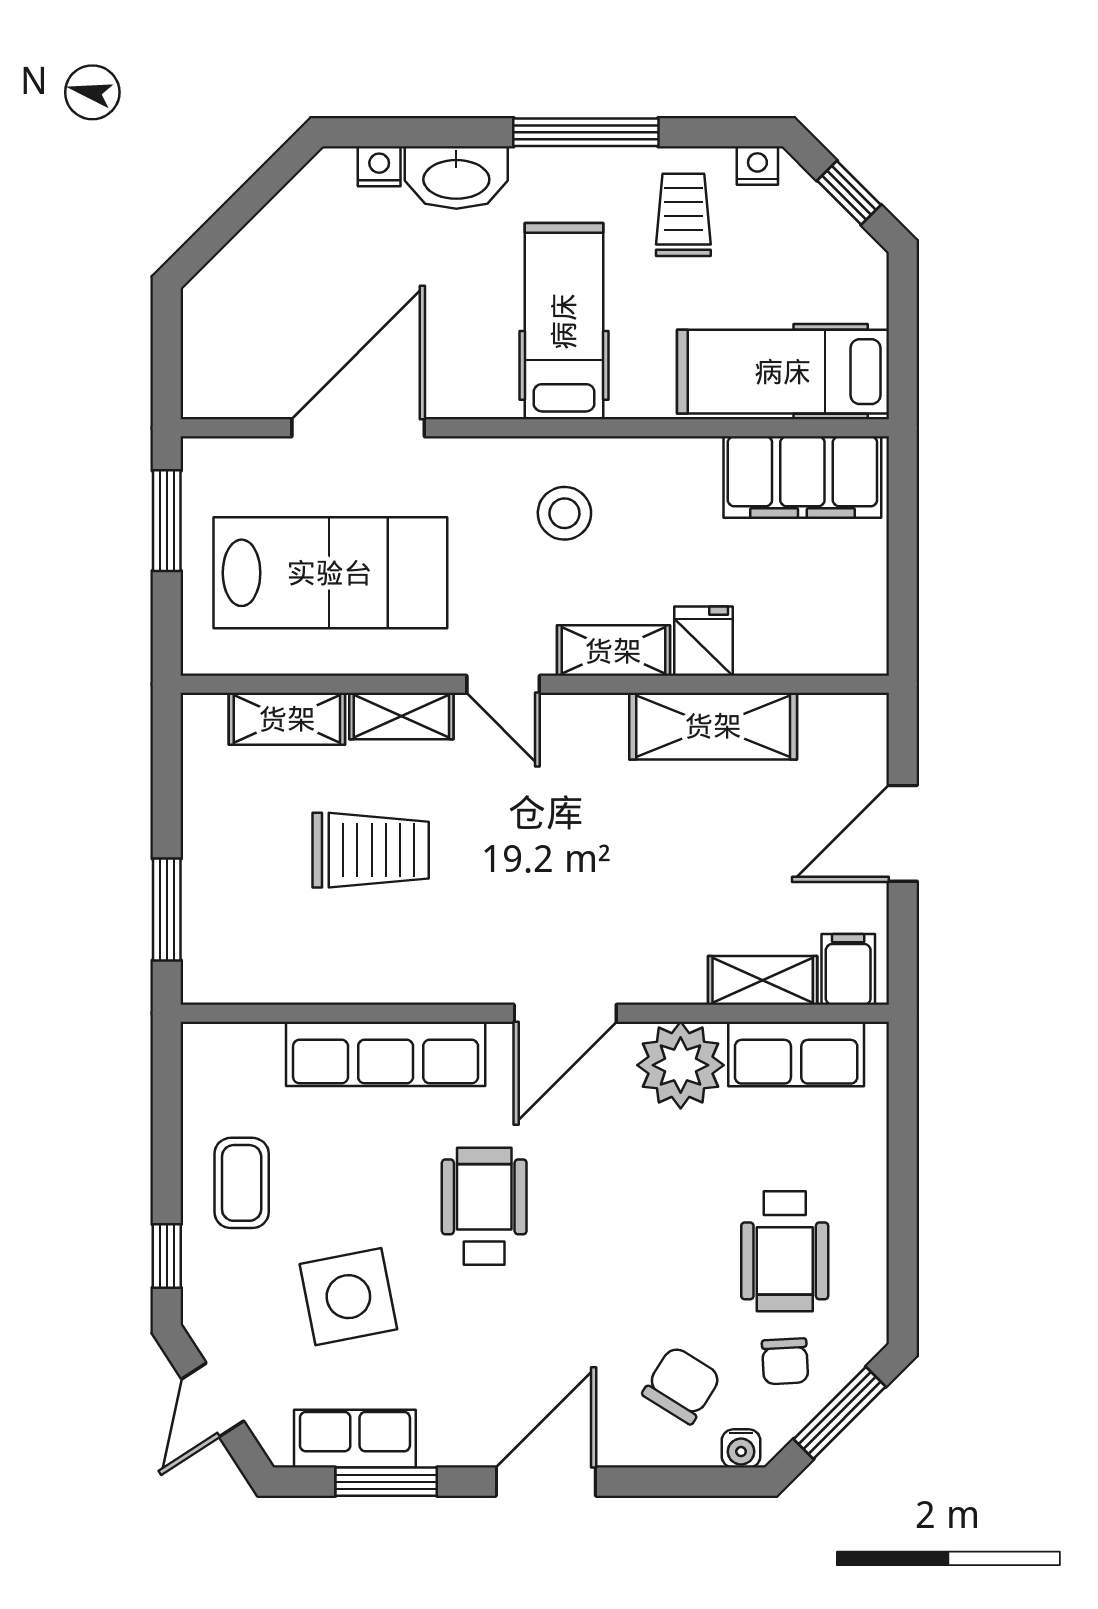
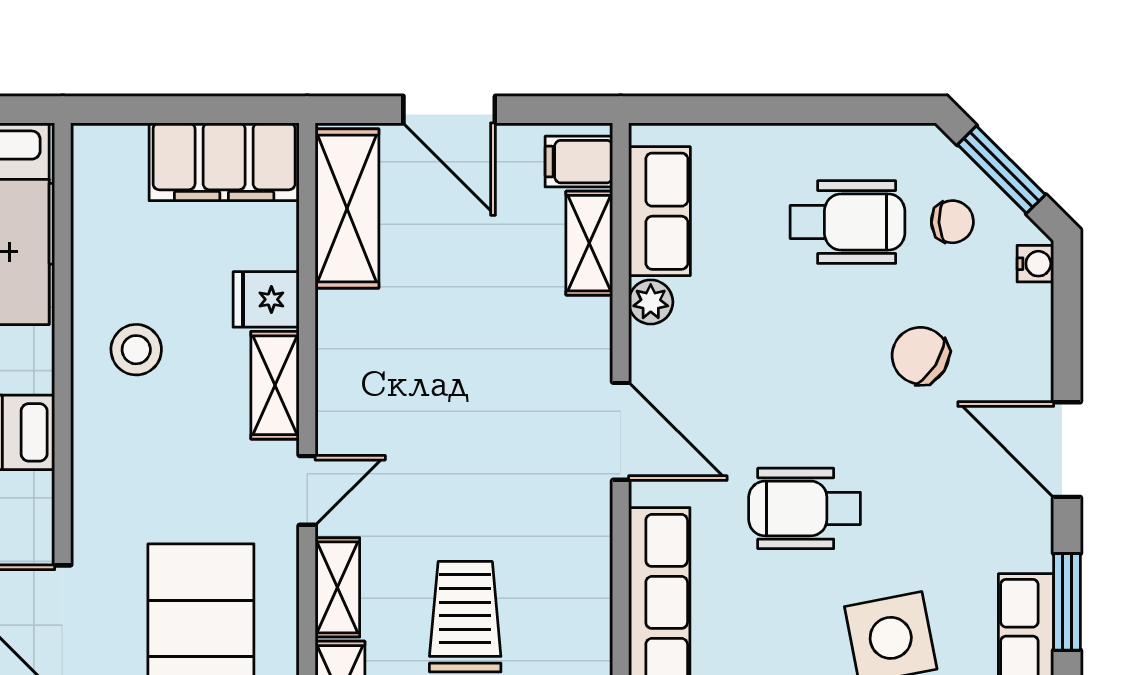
filing cabinet: (802, 477) -> (224, 162), moved, turned 90
stool: (564, 513) -> (136, 350), moved
shelving: (713, 726) -> (347, 208), moved
plant: (681, 1065) -> (651, 302), width x0.53, depth x0.53
chair: (682, 1385) -> (920, 356), moved

